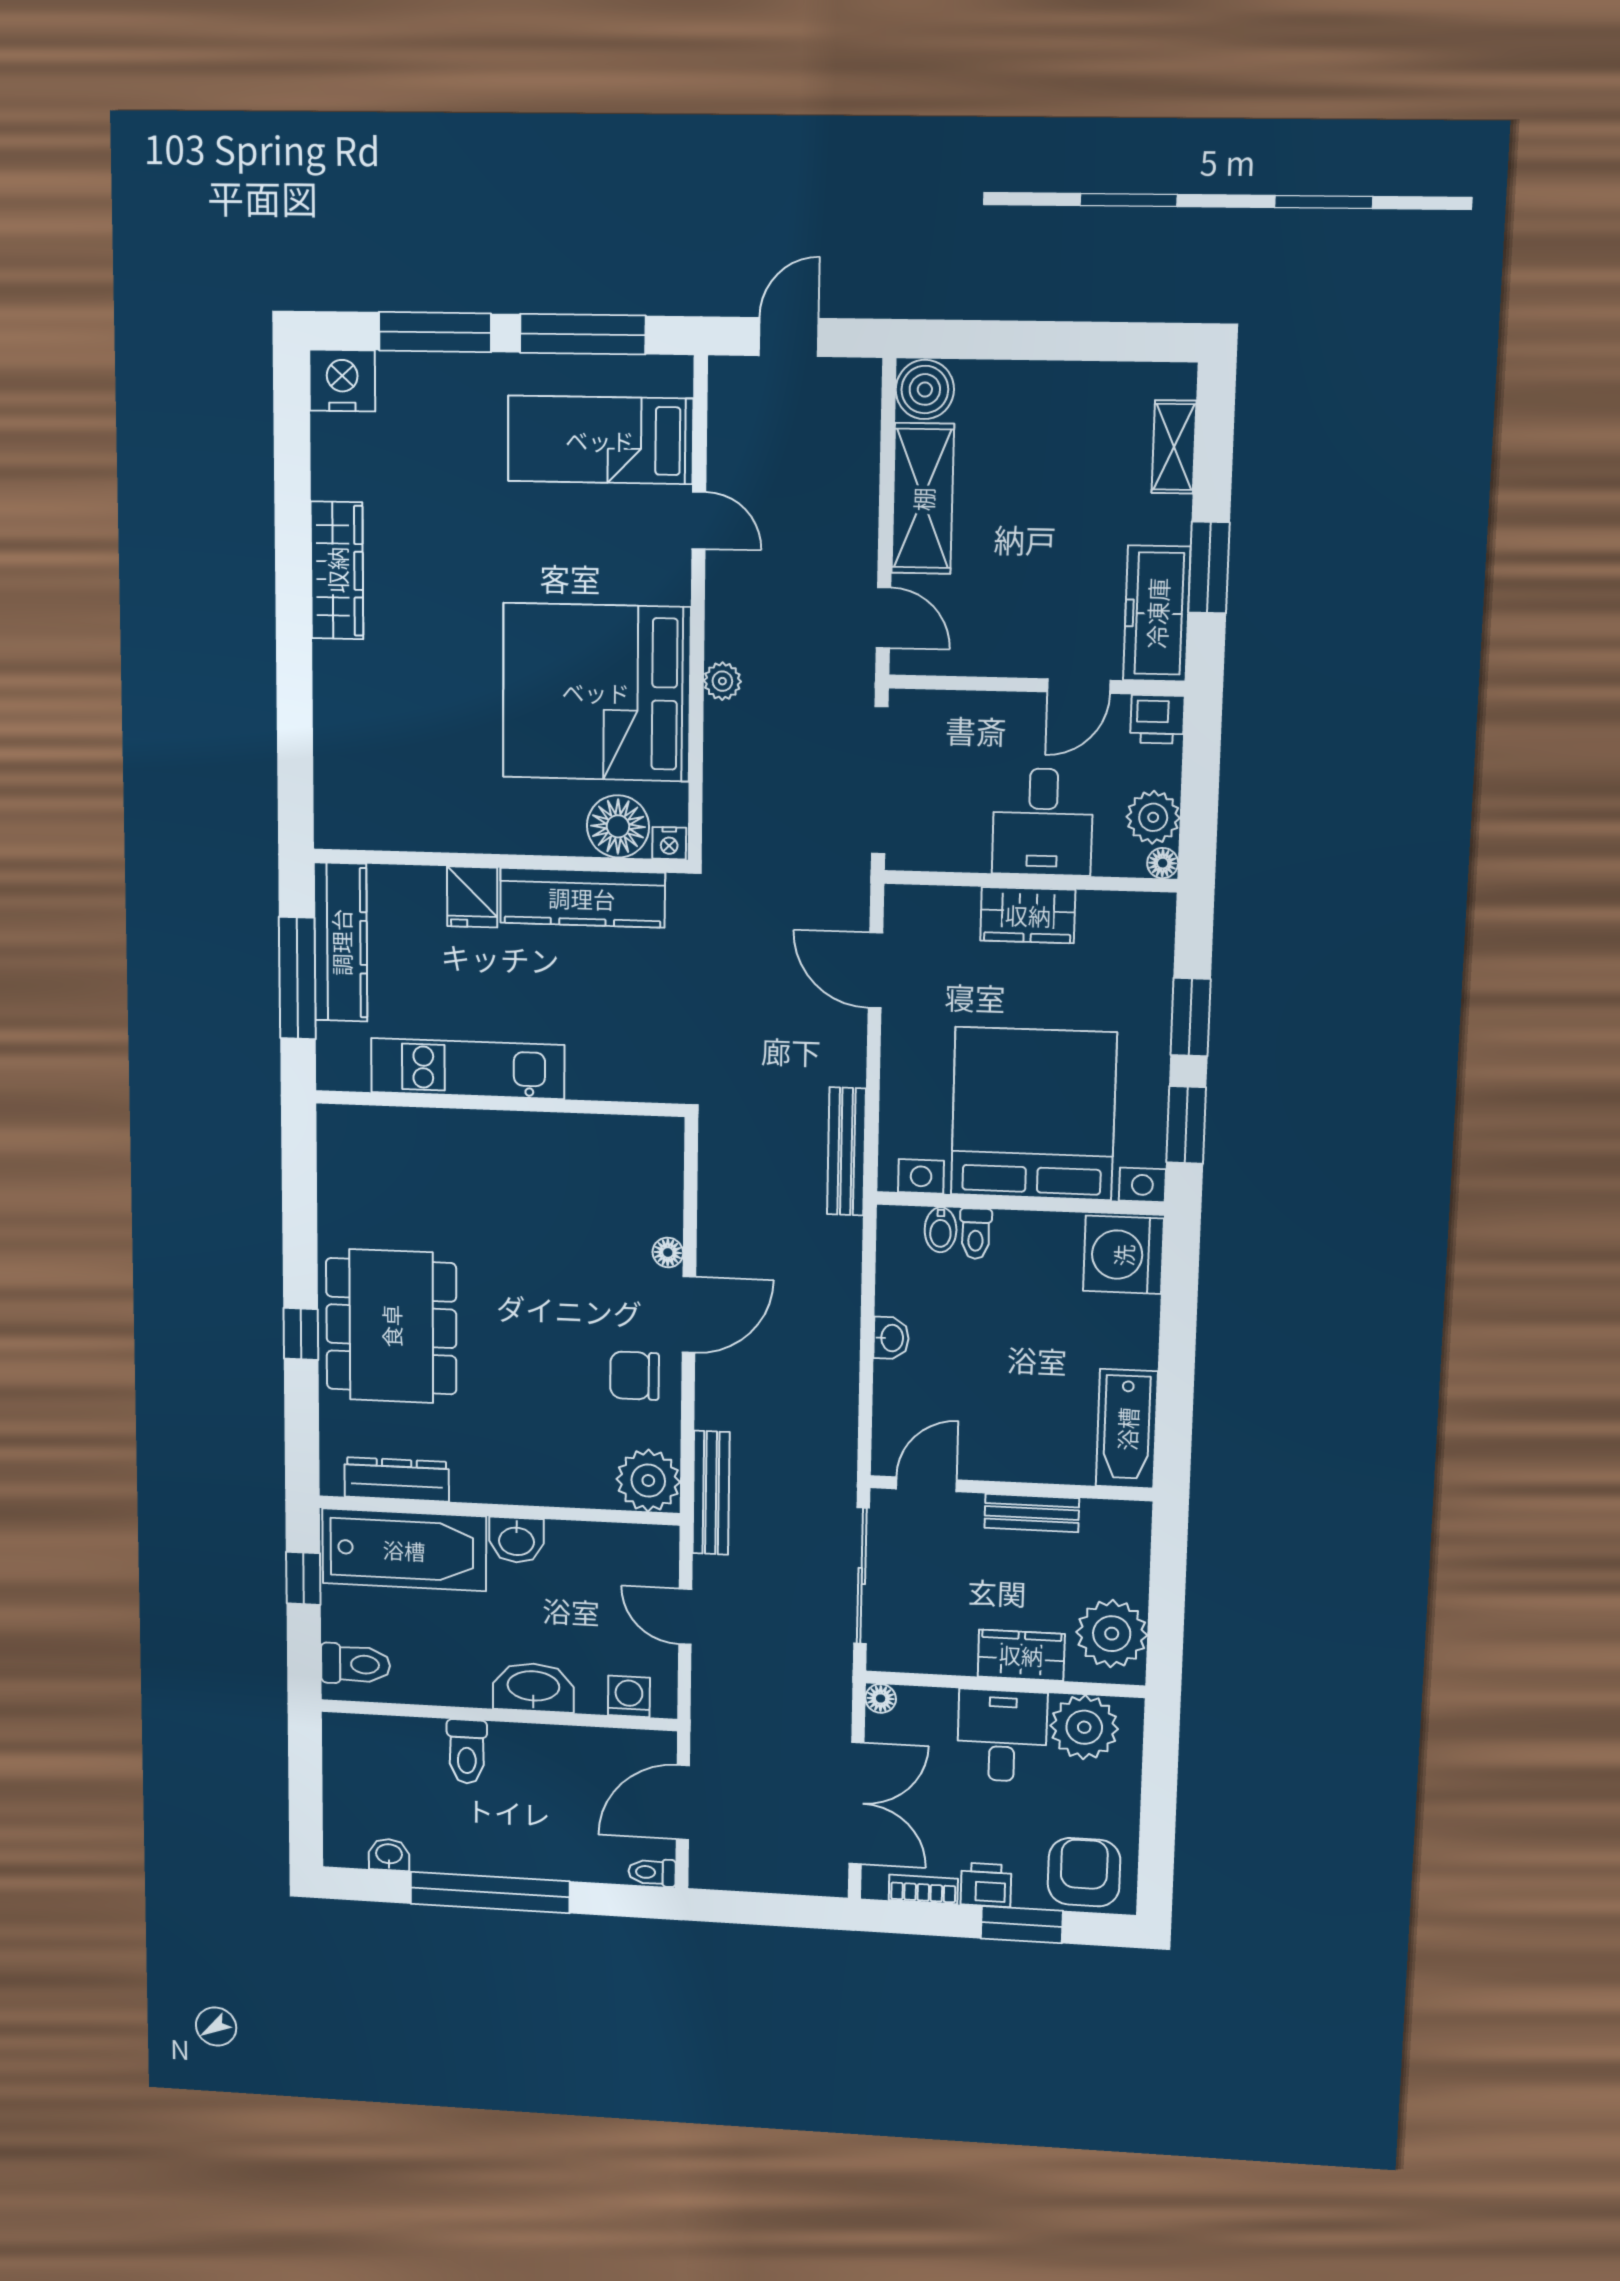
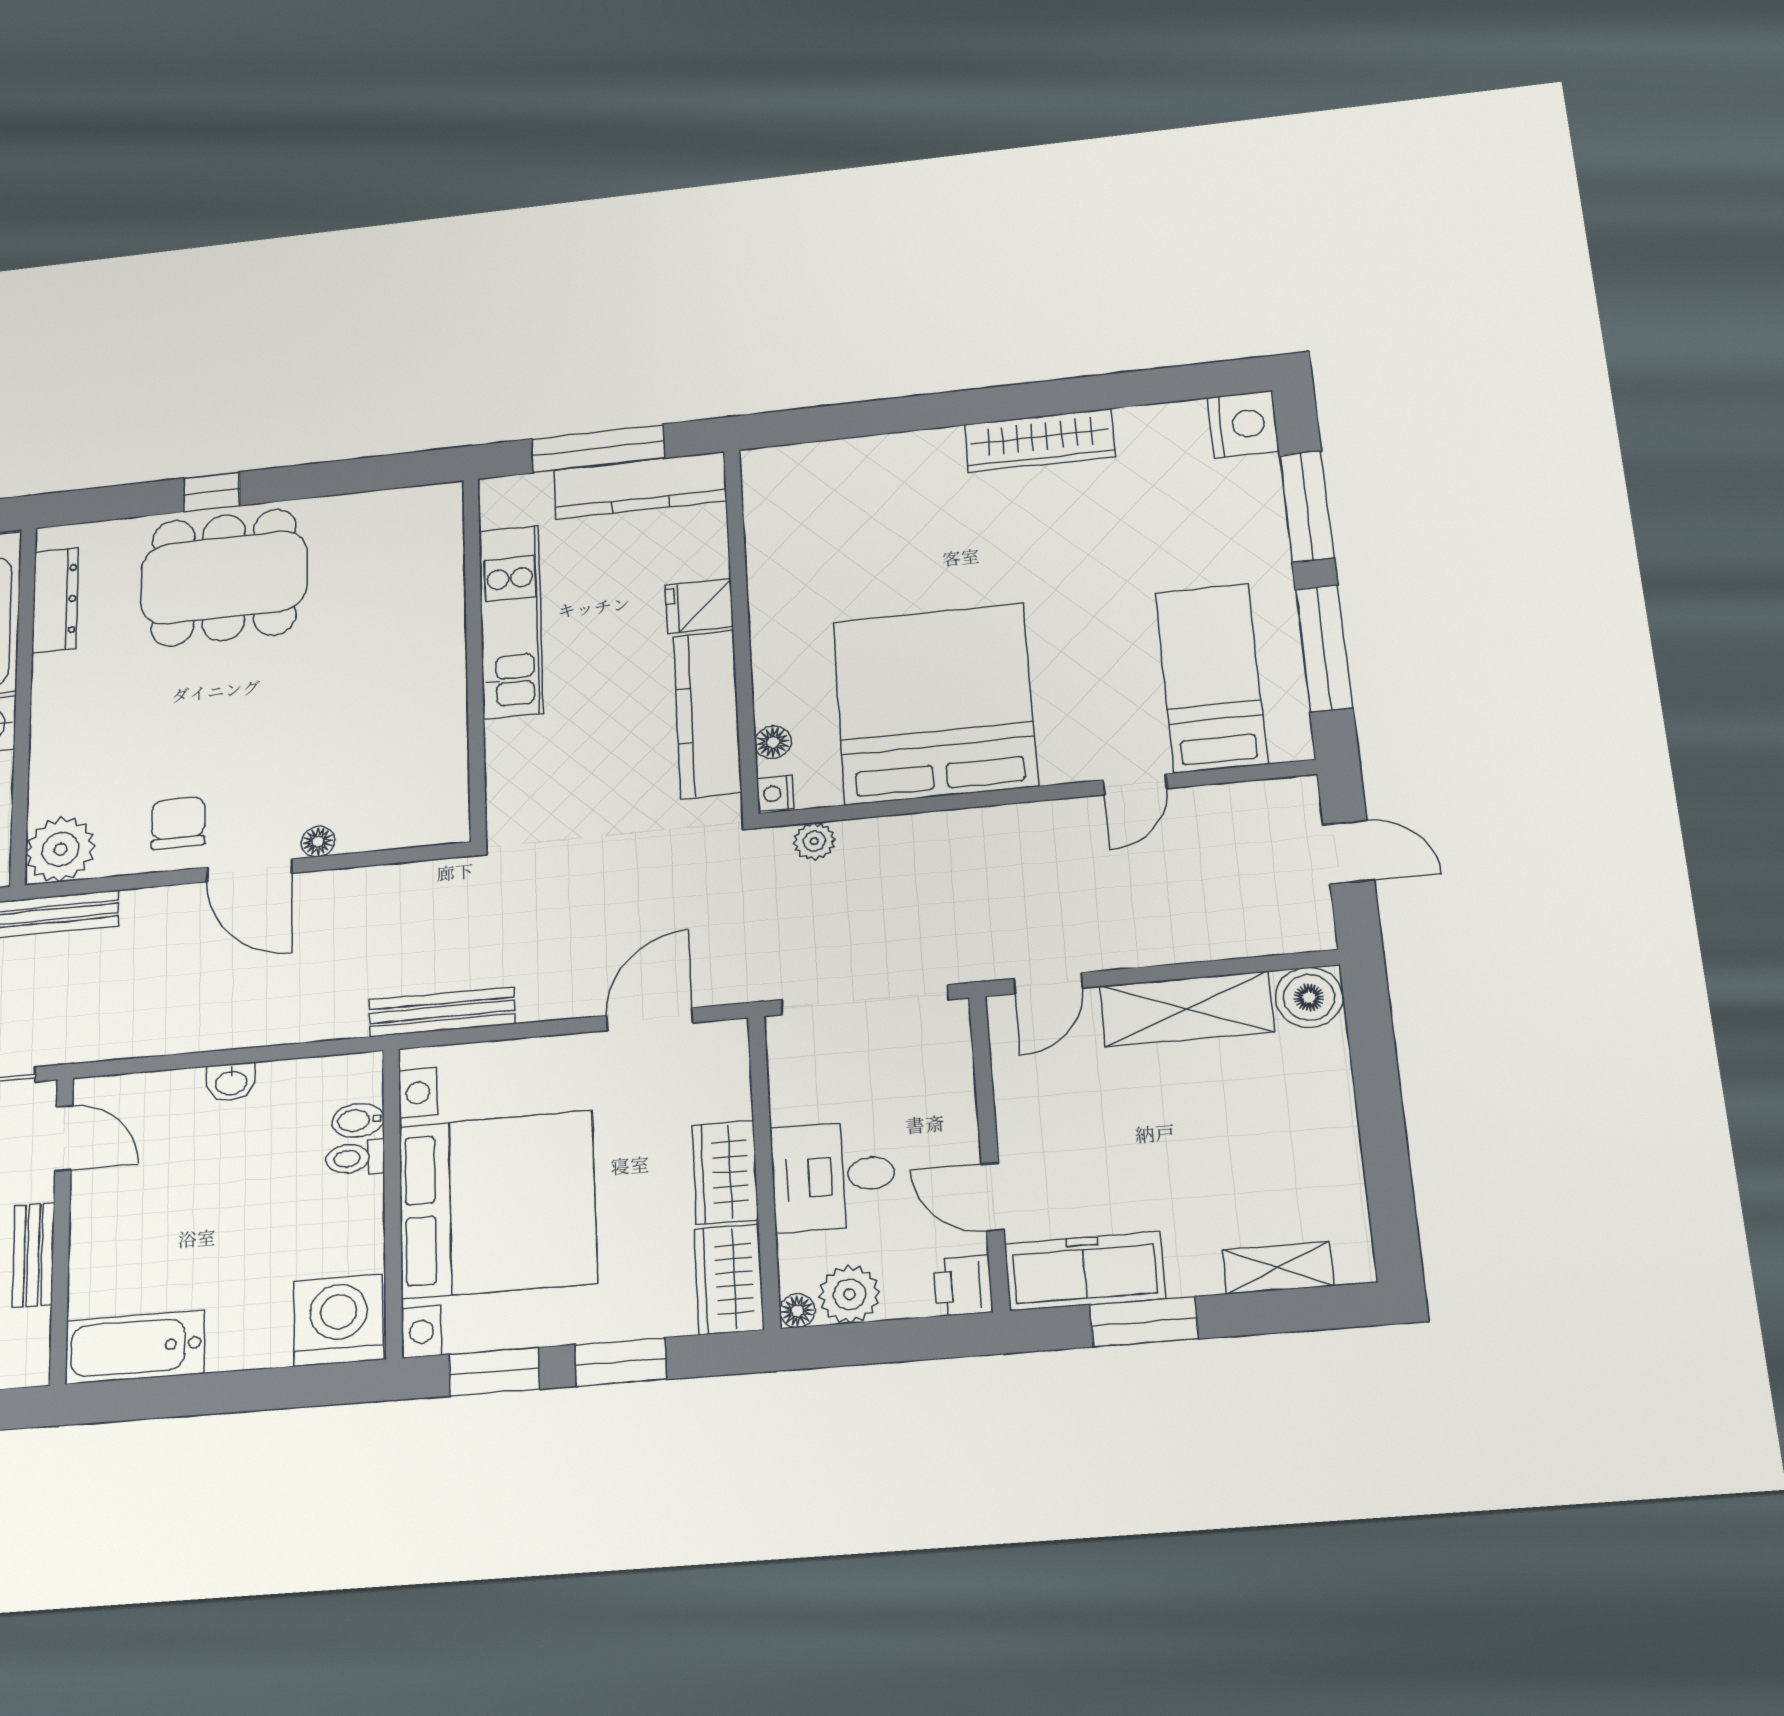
plant: (722, 681) -> (814, 841), moved
floor lamp: (618, 826) -> (773, 742), width x0.53, depth x0.53
wardrobe: (1127, 919) -> (729, 1279), added

